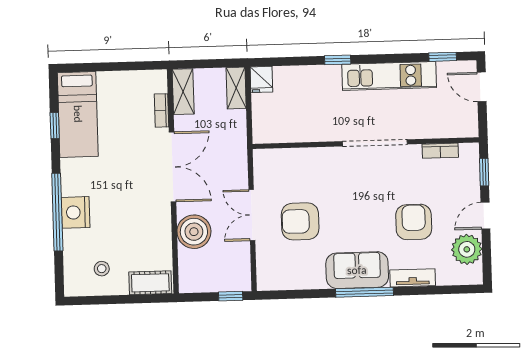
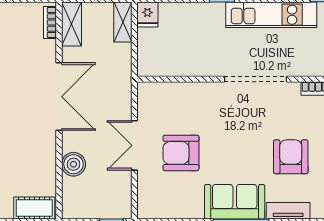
bookcase: (162, 110) -> (50, 22), moved
boiler: (194, 232) -> (73, 164), width x0.73, depth x0.73

